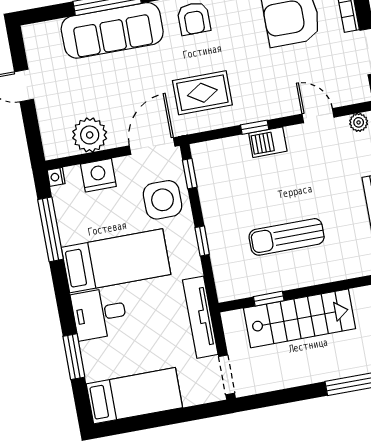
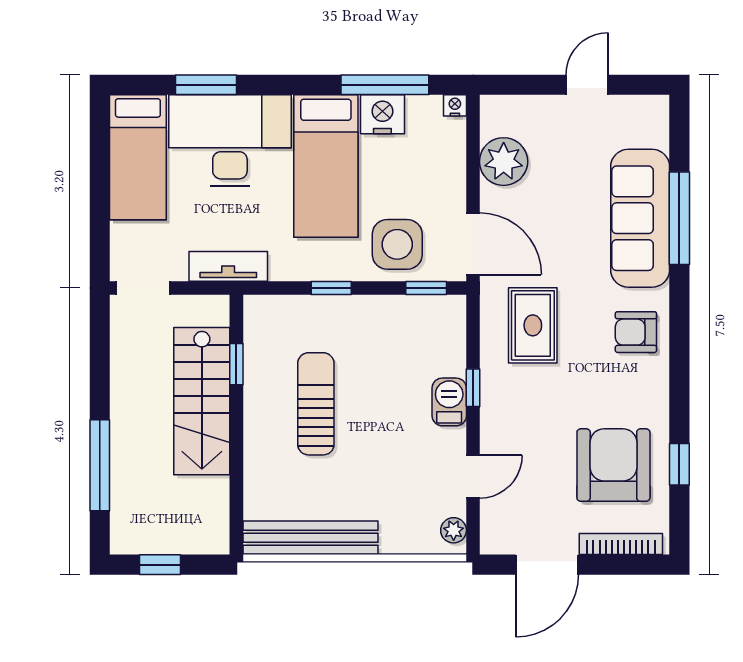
nightstand: (98, 175) -> (382, 114), moved, turned -90
desk: (99, 313) -> (230, 141), width x1.87, depth x1.30
tv unit: (200, 317) -> (228, 266), width x0.71

